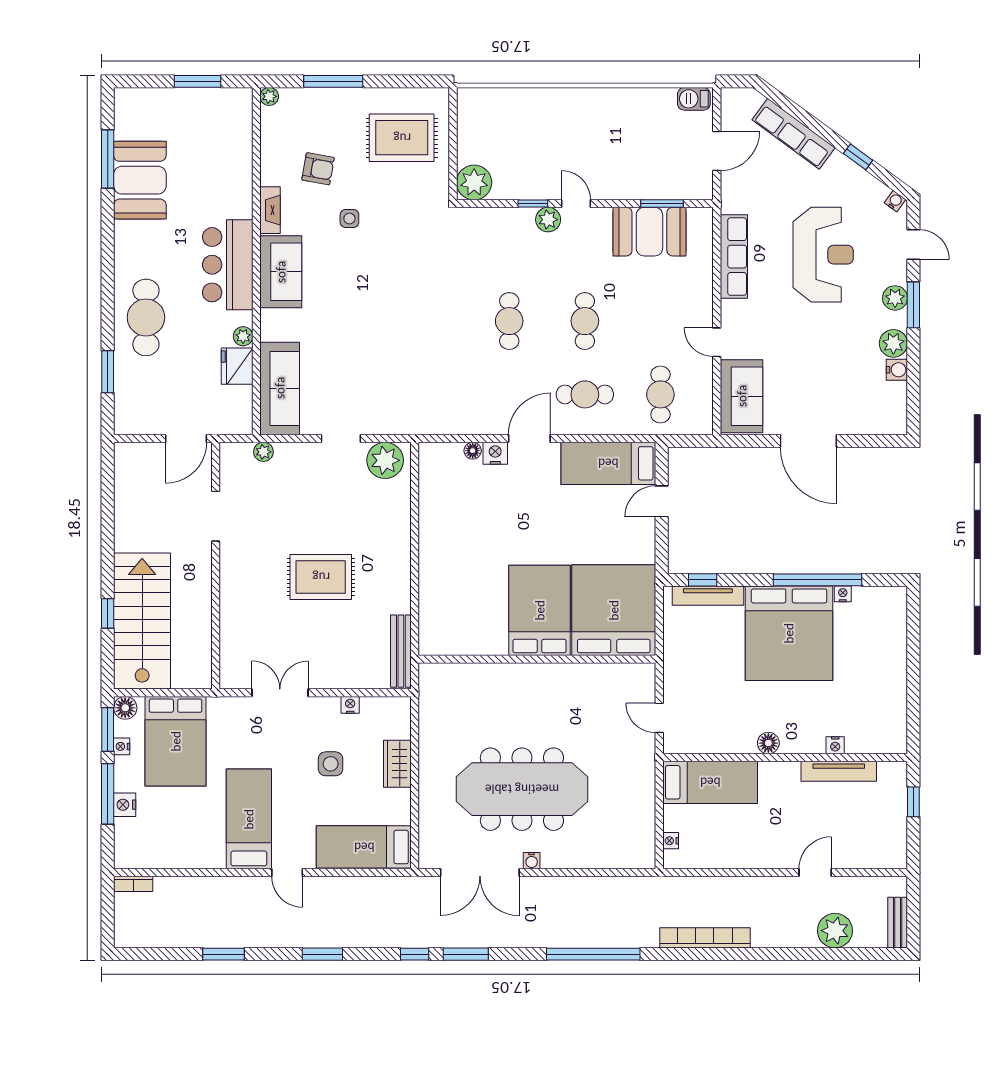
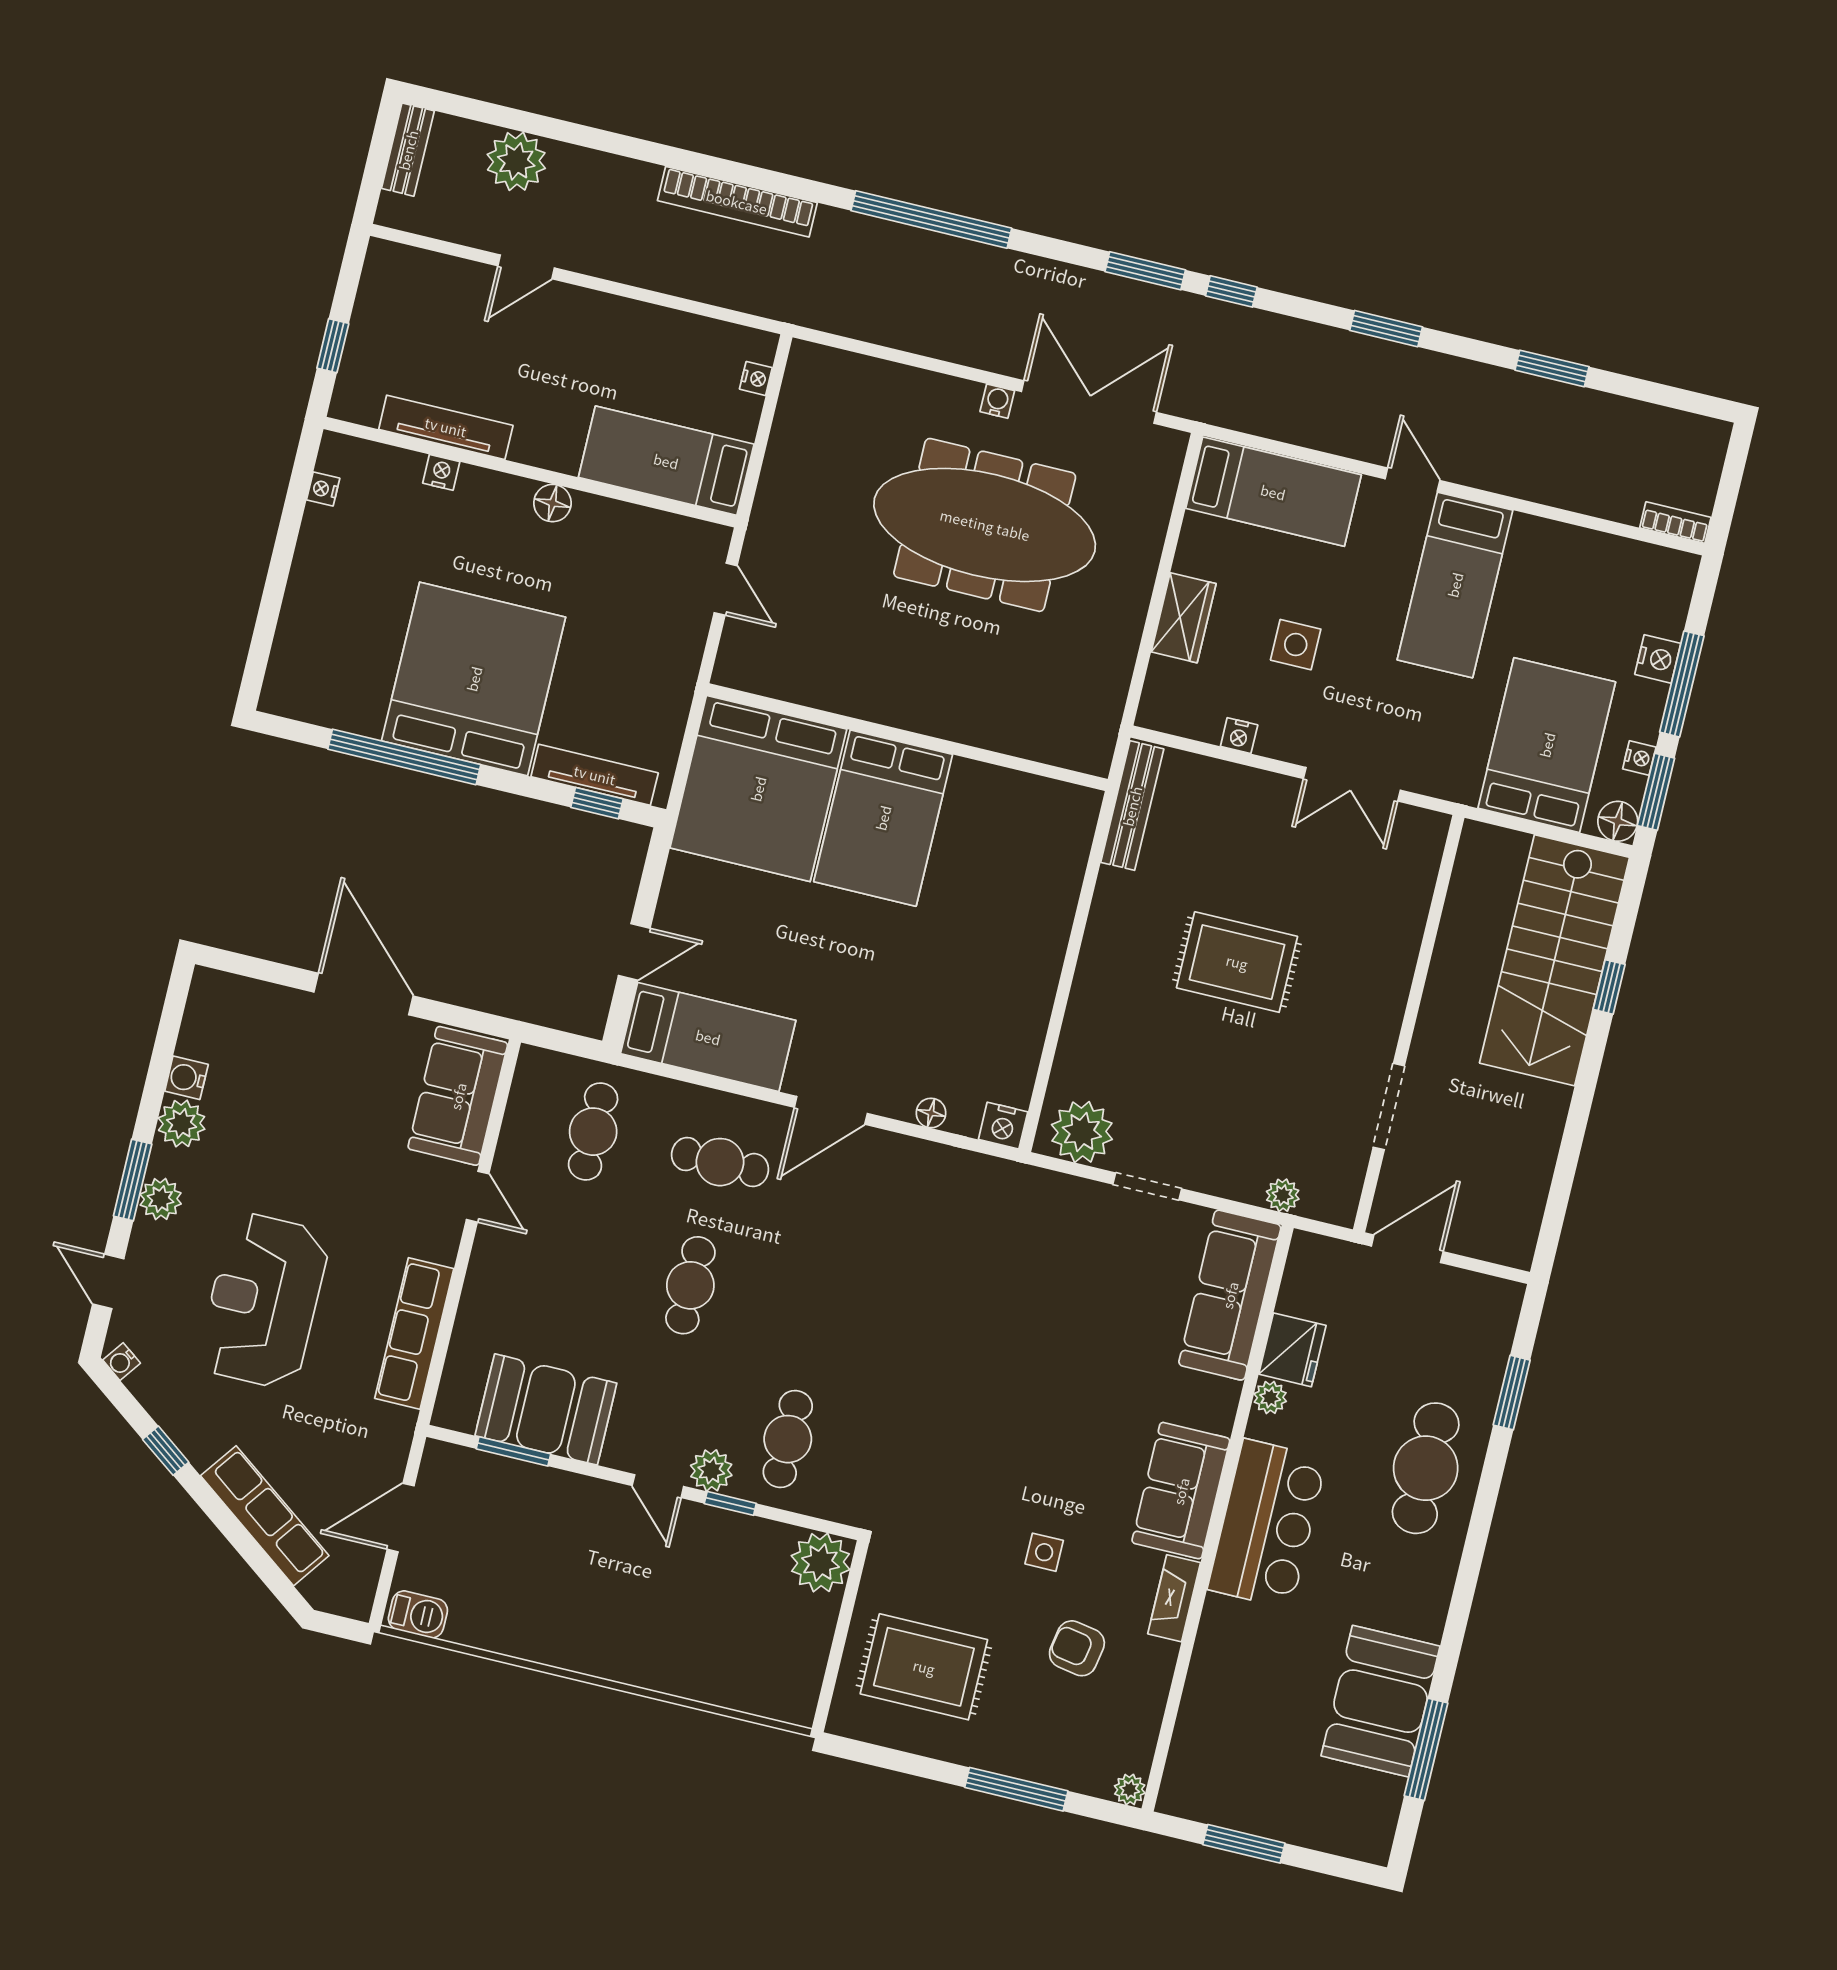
cafe table: (509, 321) -> (788, 1439), moved
nightstand: (495, 453) -> (1003, 1126), moved
nightstand: (843, 594) -> (323, 489), moved, turned 90

